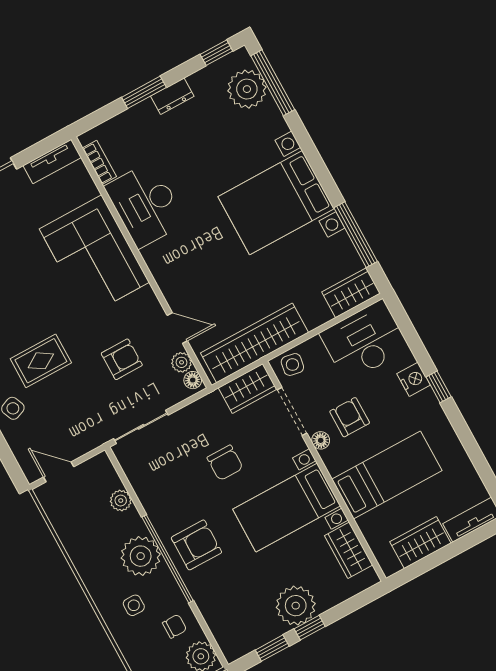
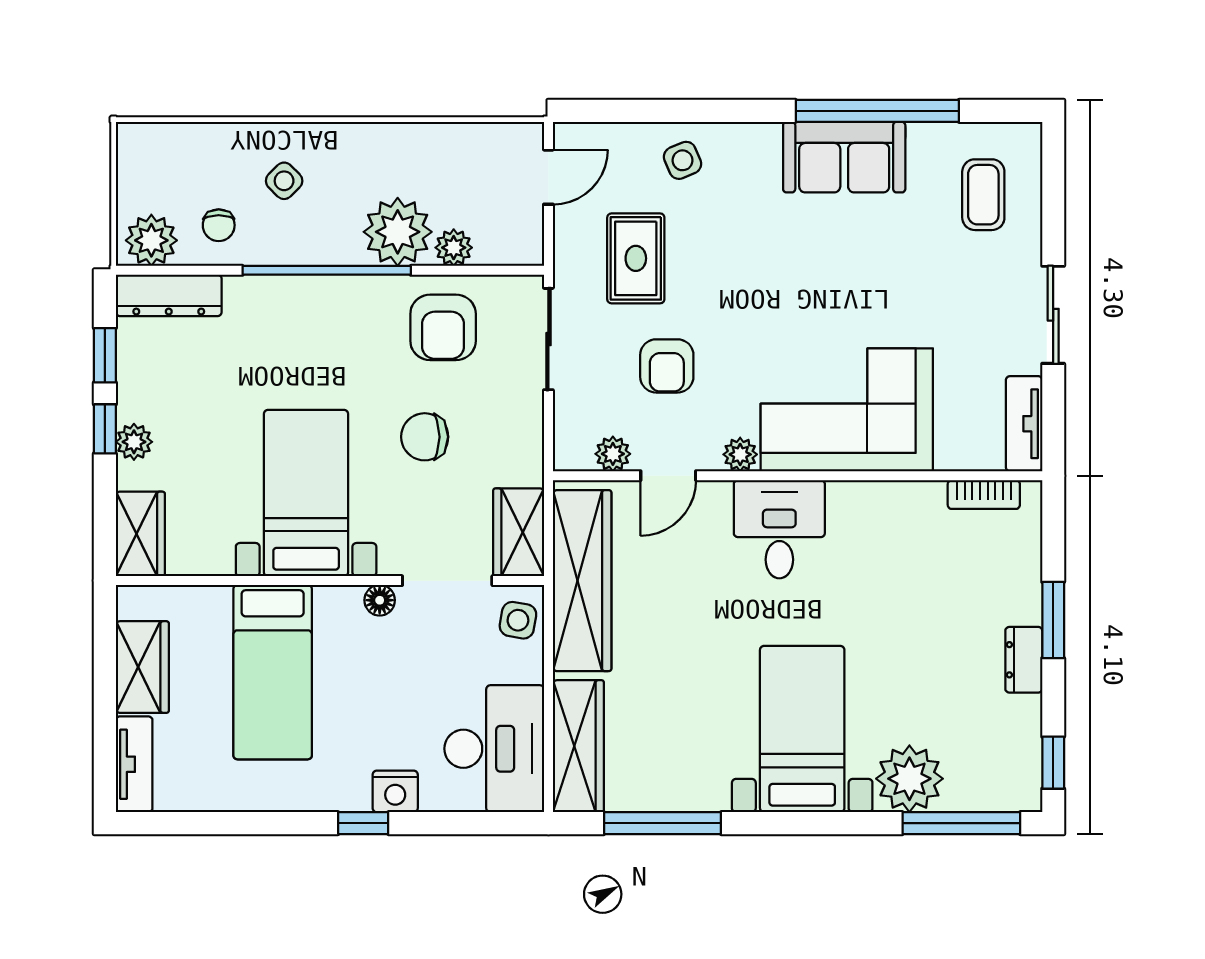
plant: (247, 89) -> (909, 779), moved
bed with nightstands: (276, 203) -> (802, 729), width x0.73
desk: (145, 205) -> (779, 529), moved, width x0.73
wardrobe: (351, 293) -> (578, 746), width x1.50
plant: (147, 297) -> (740, 454), added
rug: (41, 361) -> (636, 258), moved
floor lamp: (193, 380) -> (577, 456), removed
armchair: (350, 417) -> (391, 663), removed
armchair: (196, 545) -> (443, 327), moved
wardrobe: (349, 550) -> (140, 534), moved, turned 90
plant: (141, 556) -> (398, 232), moved
side table: (134, 605) -> (284, 181), turned 45
plant: (296, 606) -> (134, 442), width x0.53, depth x0.53
dresser: (224, 632) -> (169, 295), added

